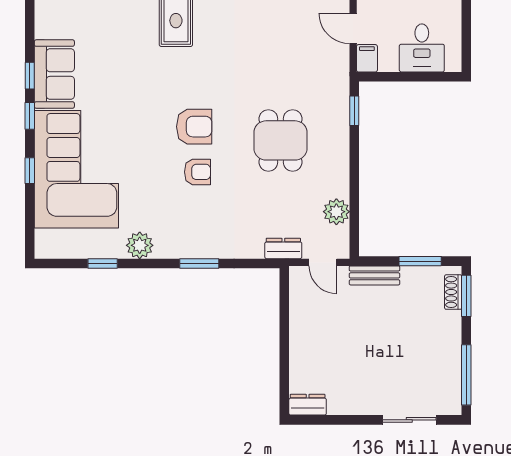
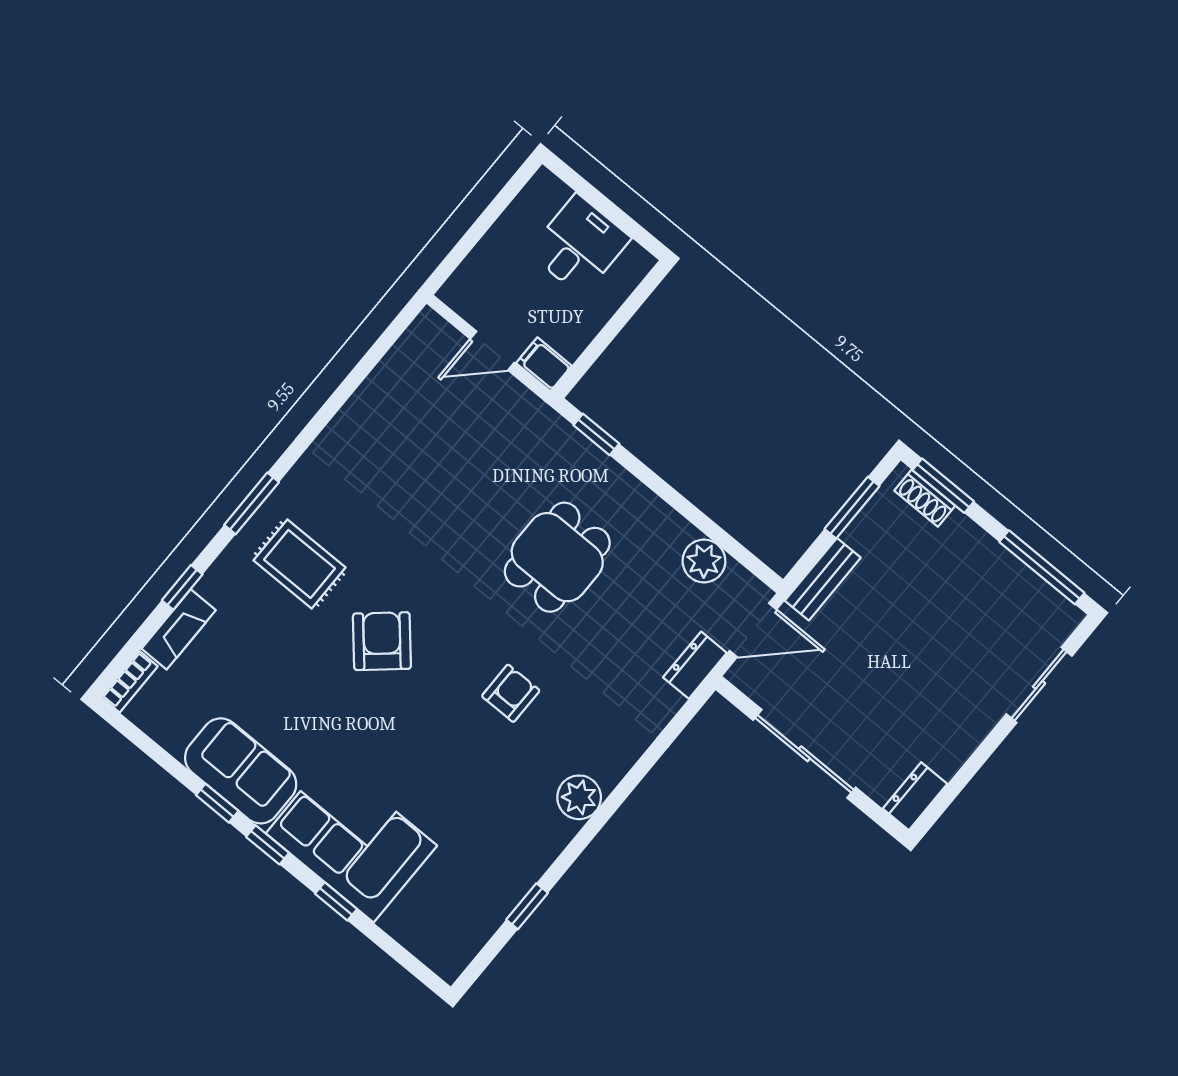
desk: (422, 48) -> (579, 245), moved, turned -90
armchair: (194, 127) -> (382, 641), moved, turned -41
dining table: (281, 140) -> (557, 557), turned 90
corner sofa: (76, 169) -> (351, 839), width x0.73, depth x0.74
plant: (140, 245) -> (579, 797), moved
door: (323, 262) -> (753, 630), width x1.38
window: (199, 263) -> (627, 786), removed
sliding door: (284, 335) -> (804, 754), added

